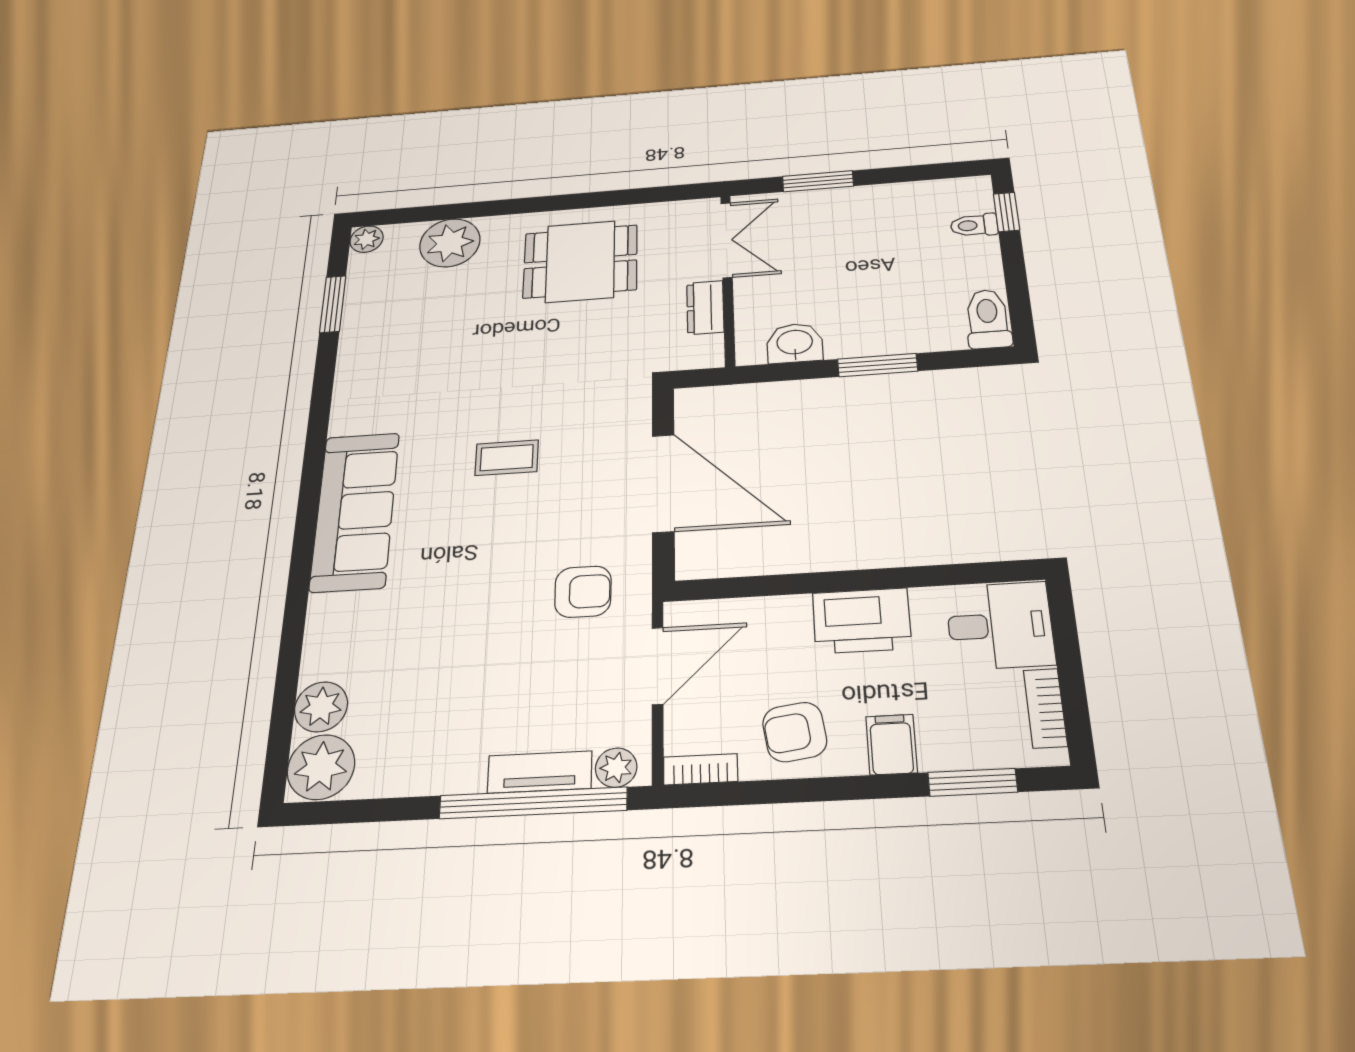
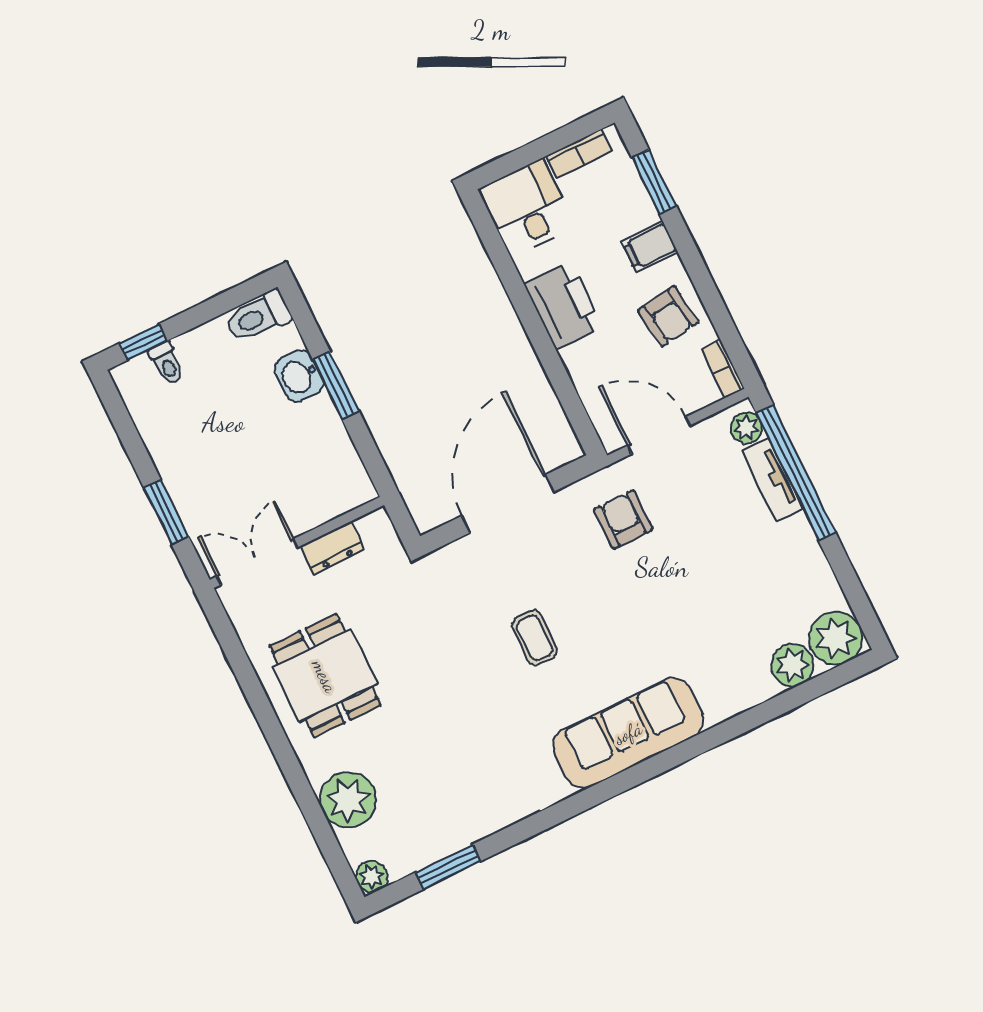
washbasin: (795, 343) -> (299, 376), moved

